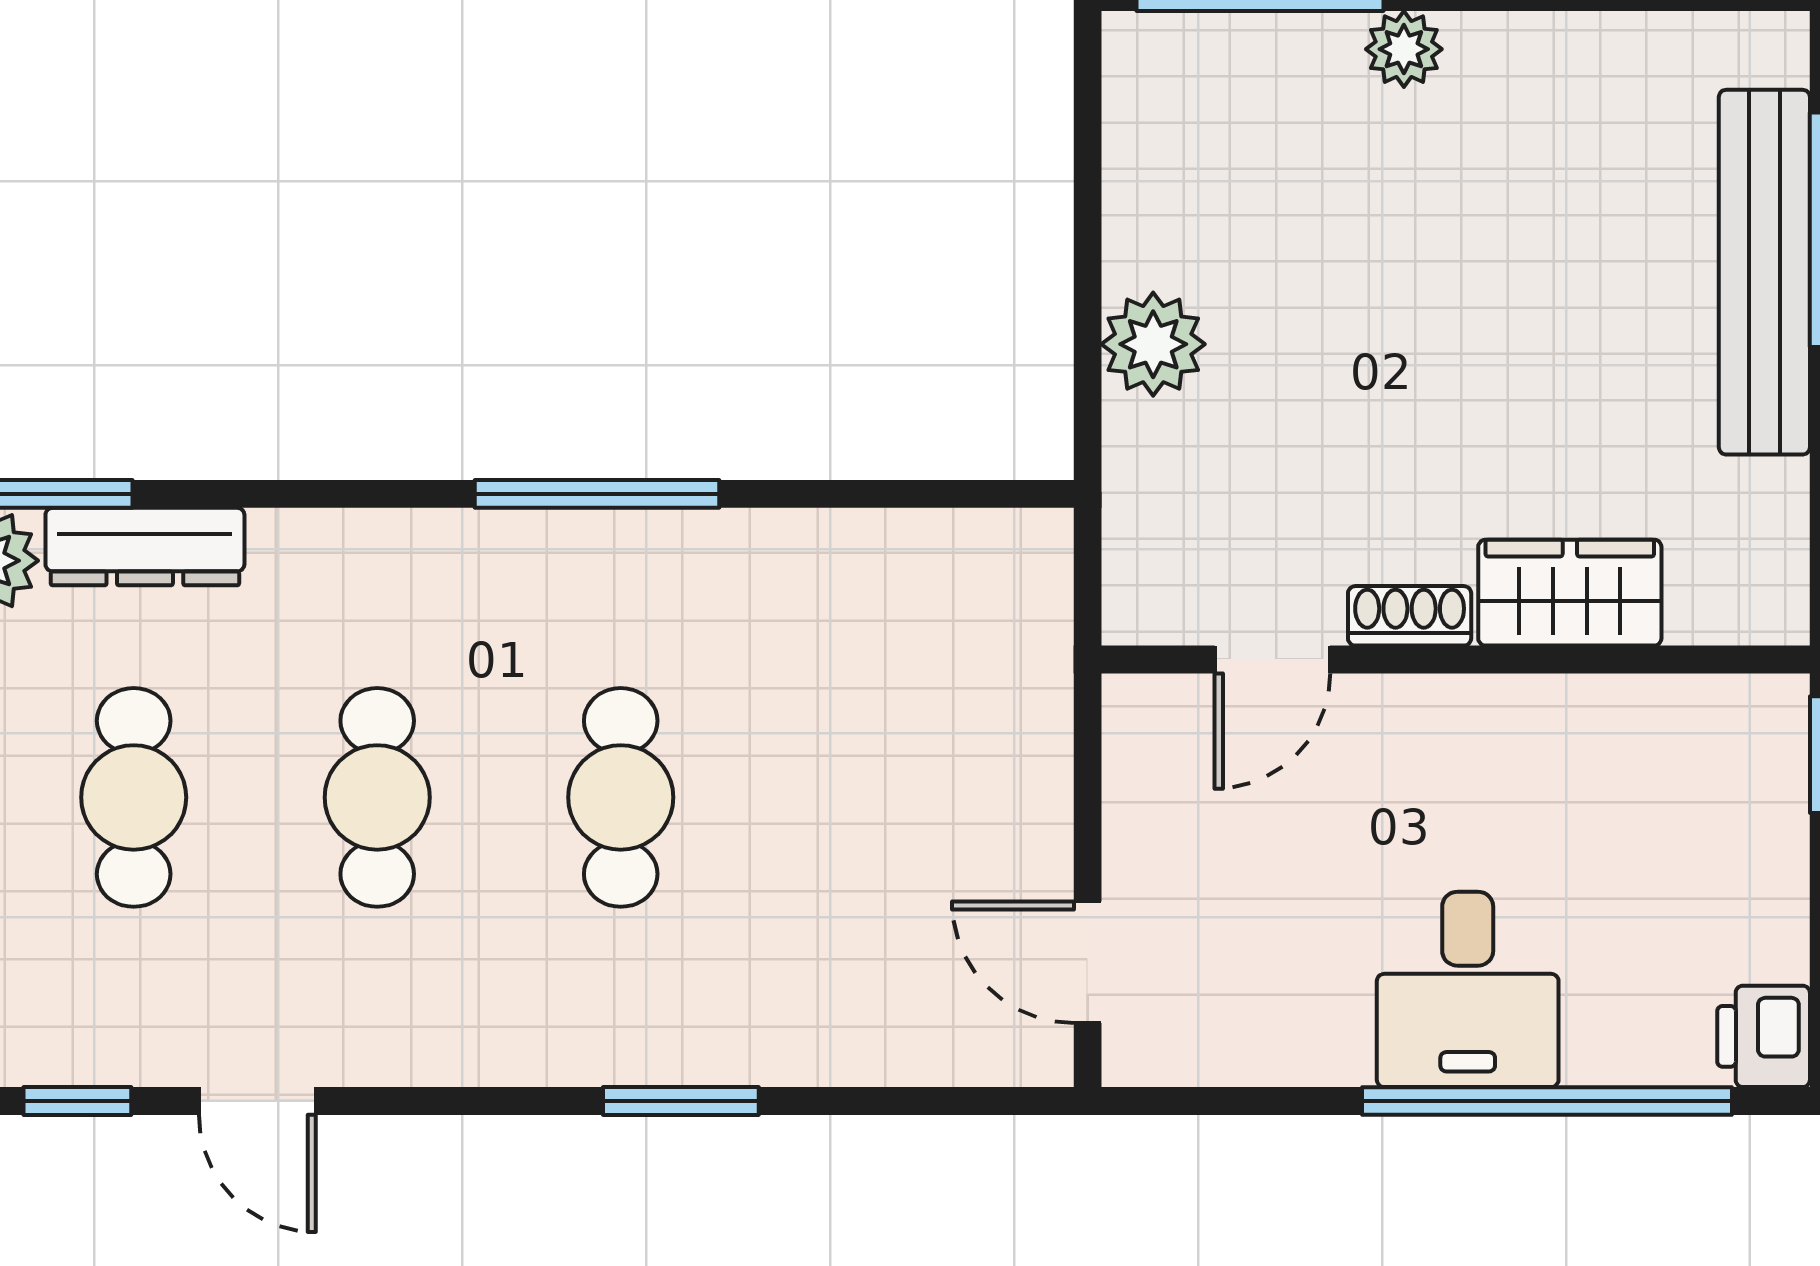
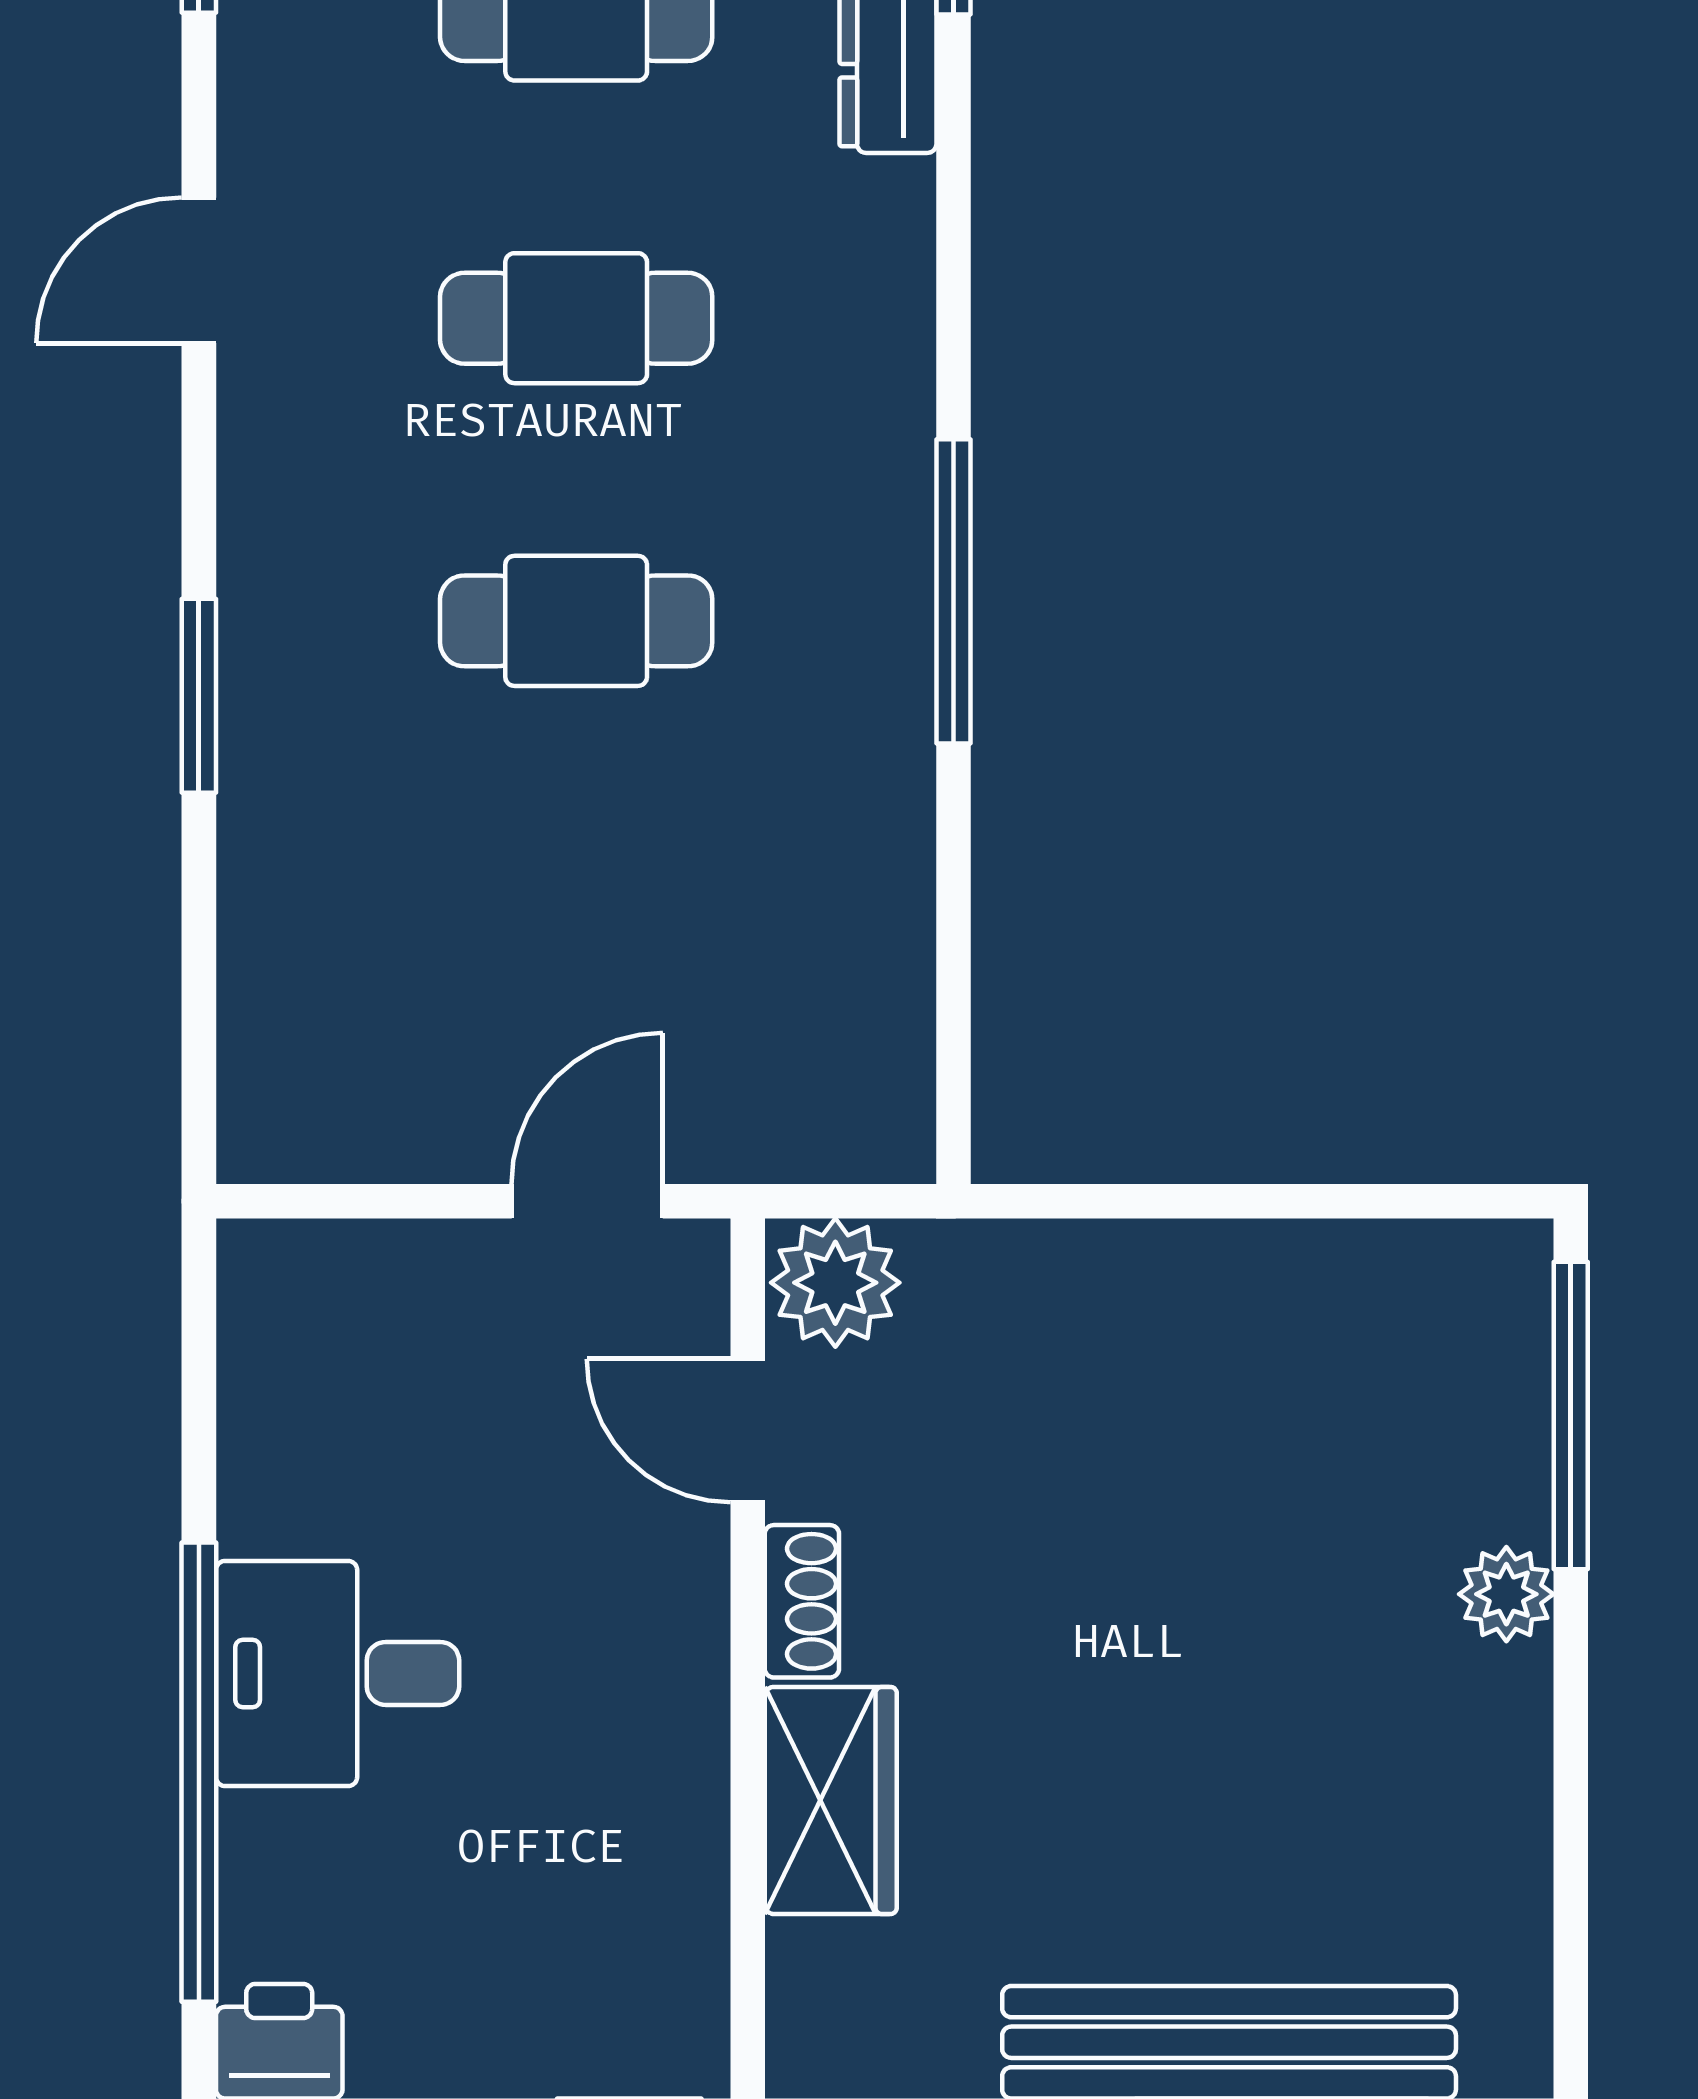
plant: (1153, 344) -> (835, 1283), moved
door: (1088, 962) -> (587, 1201), moved
door: (257, 1101) -> (199, 270), moved

